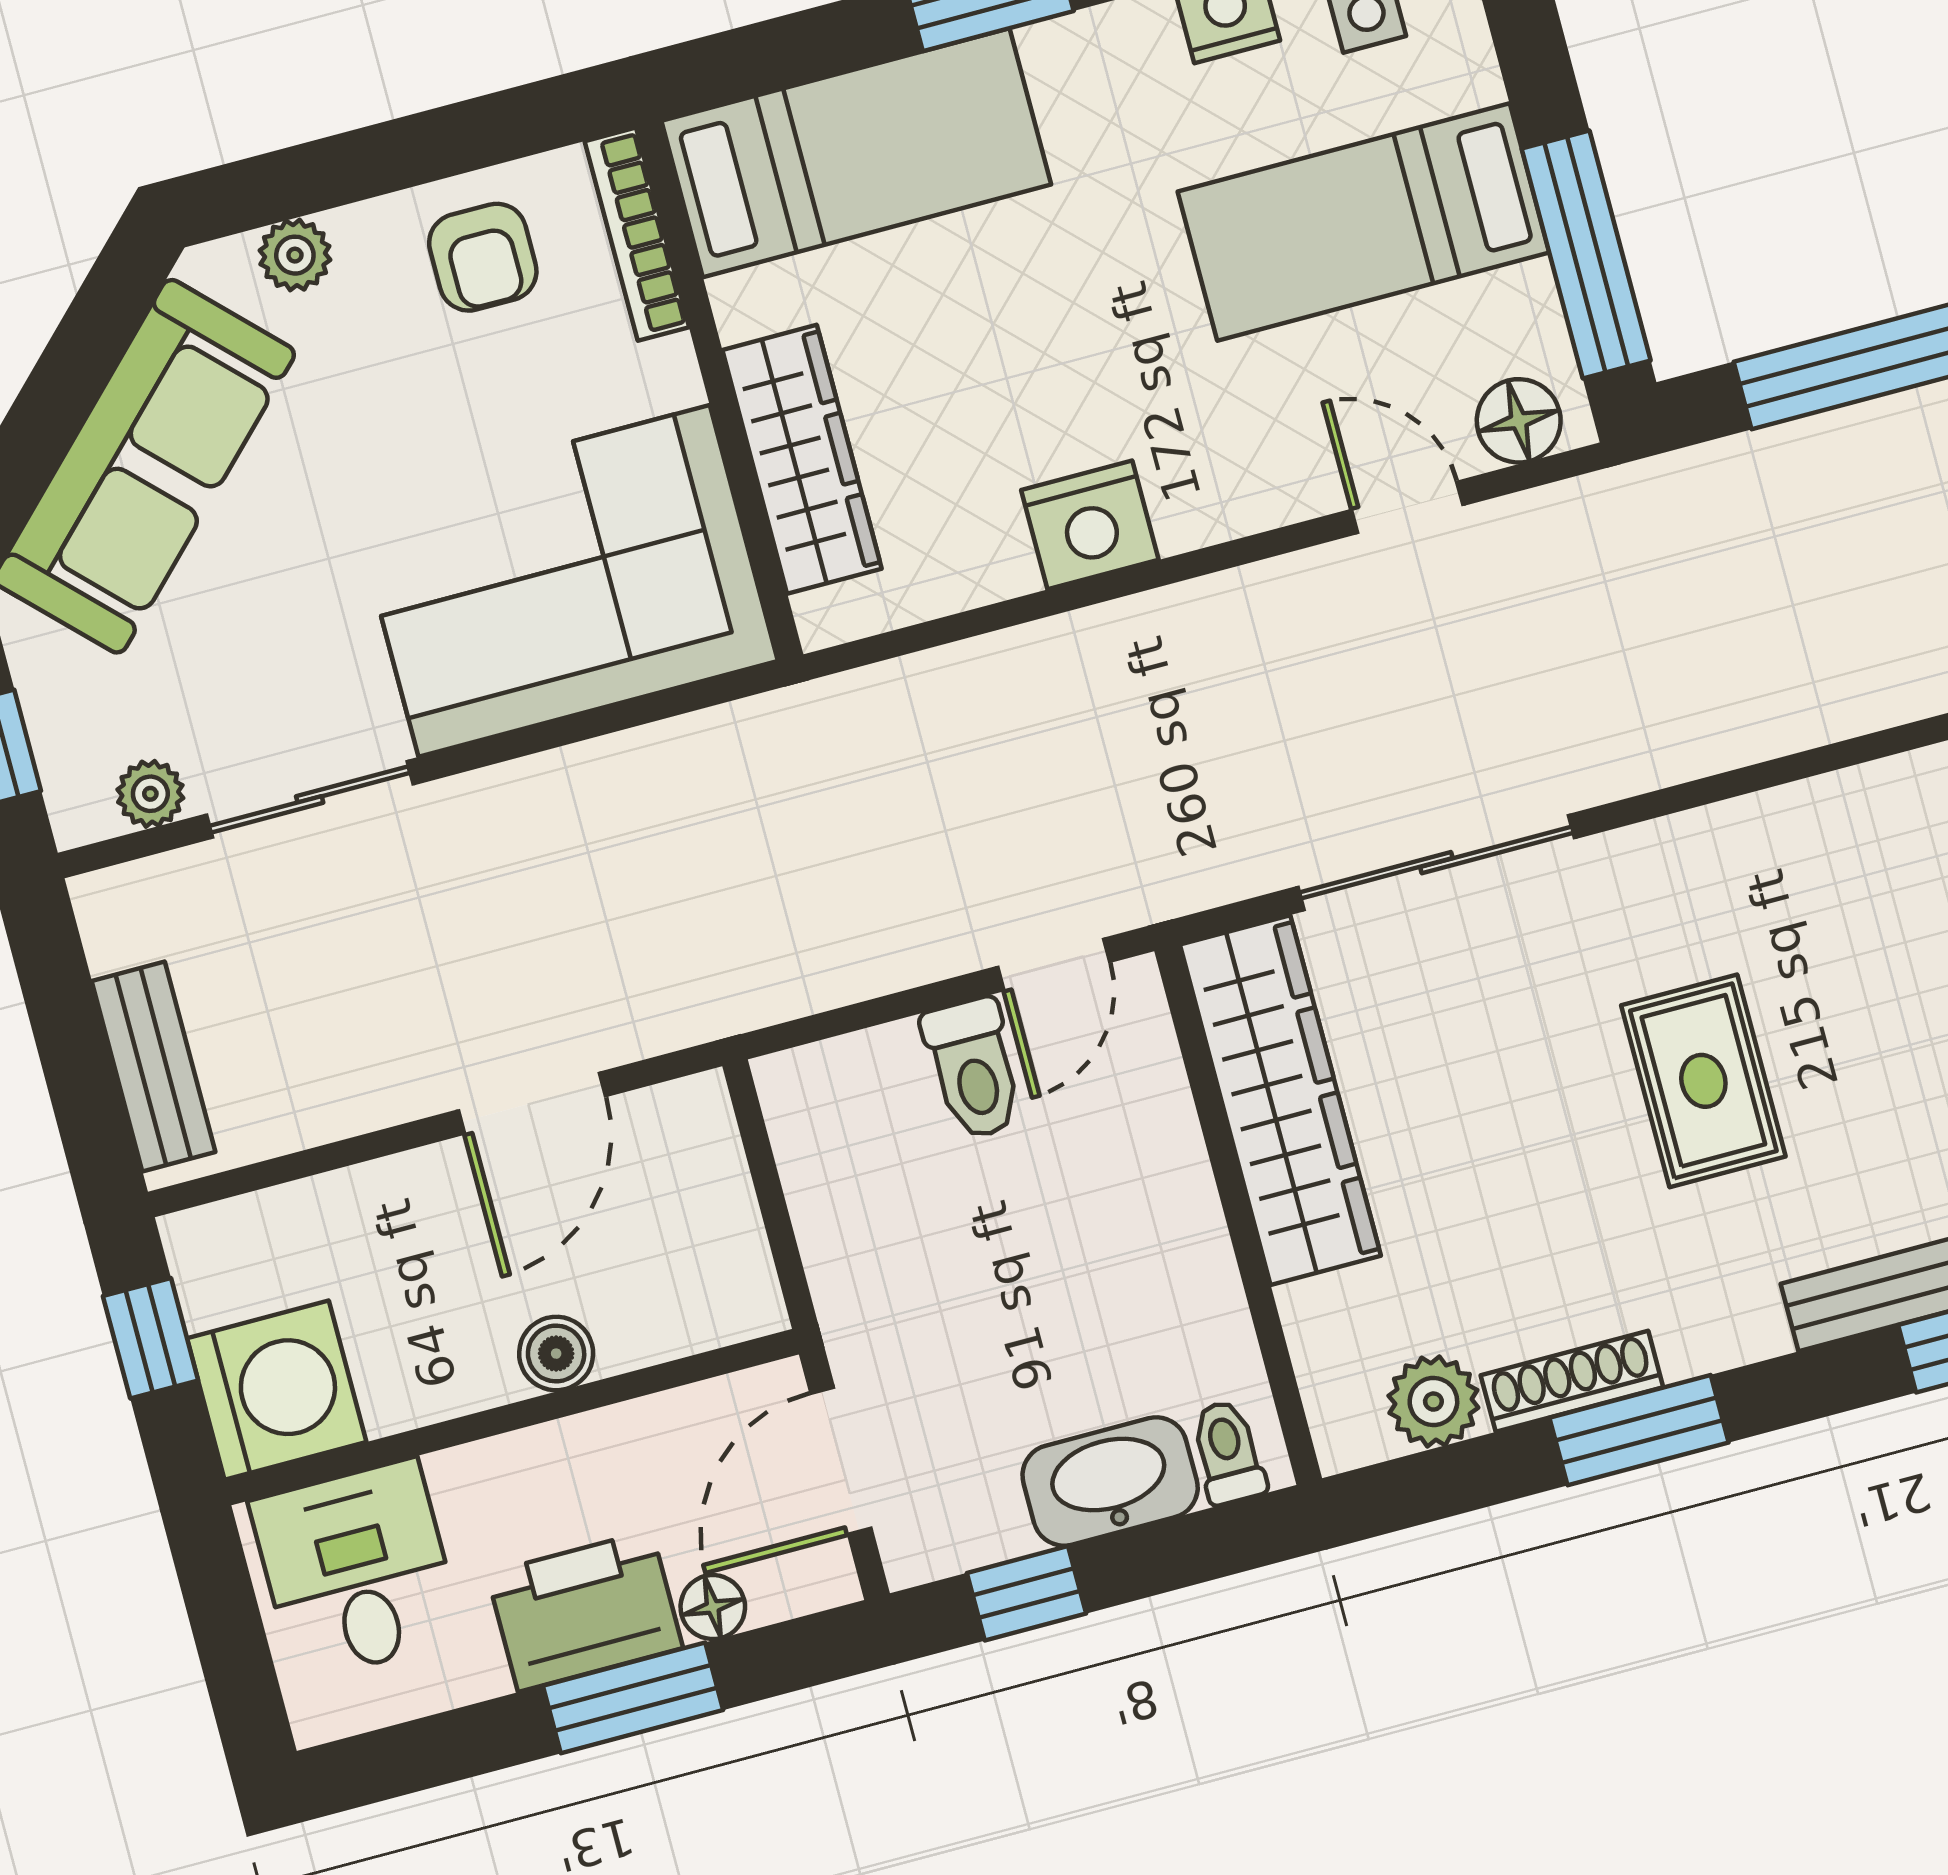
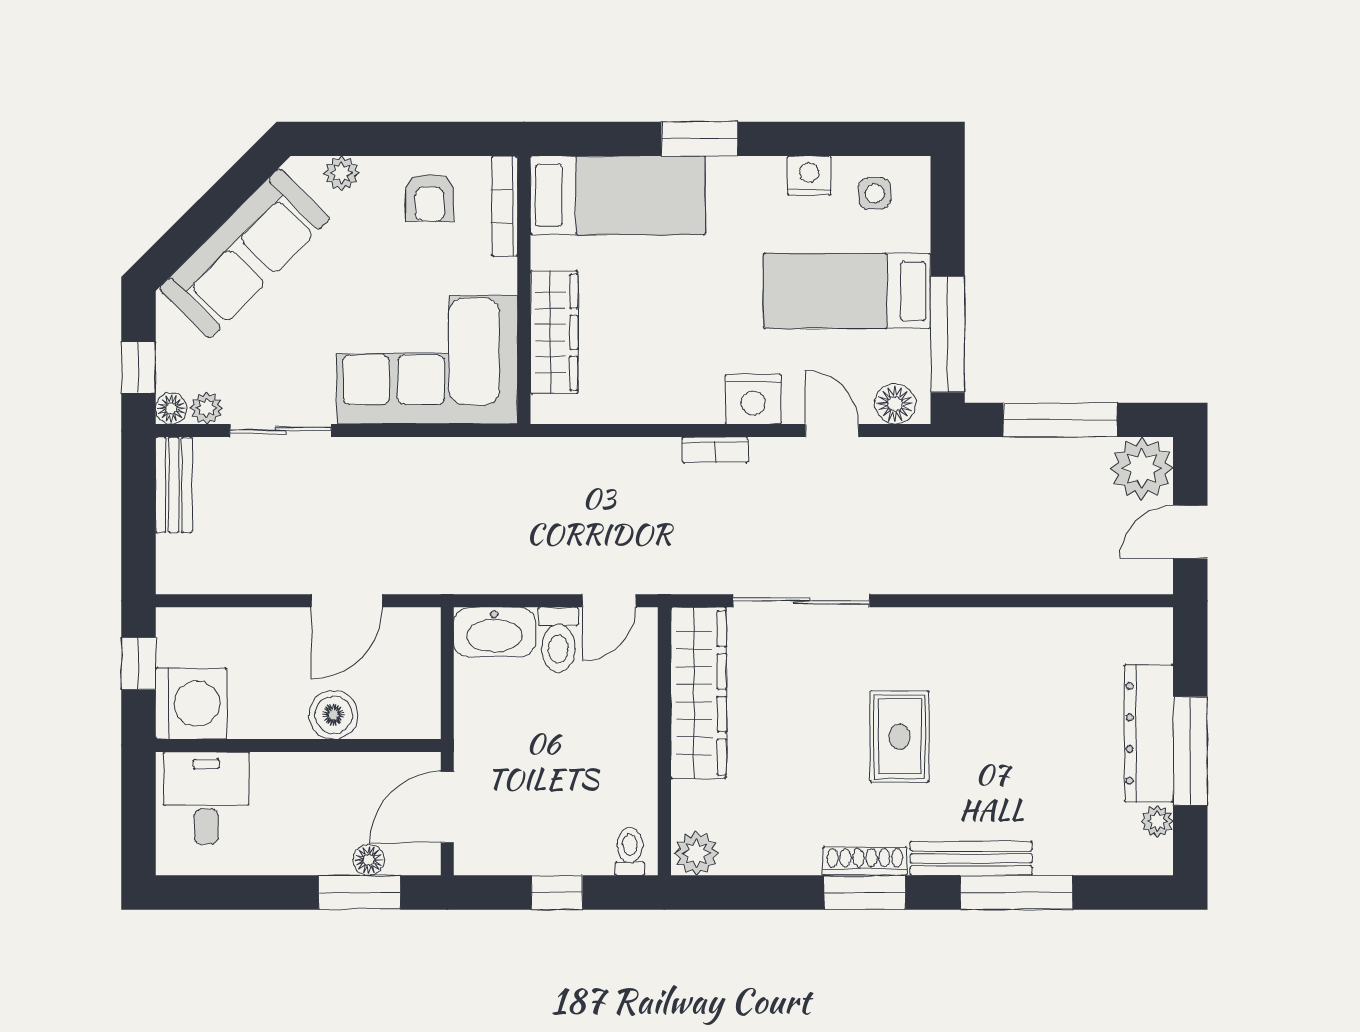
nightstand: (1090, 525) -> (753, 399), moved
bookcase: (1185, 608) -> (715, 450), added
floor lamp: (81, 813) -> (171, 408), added
bench: (153, 1066) -> (174, 485), moved
boiler: (556, 1354) -> (333, 715), width x1.36, depth x1.36
shoe rack: (1572, 1381) -> (865, 861), moved
plant: (1433, 1402) -> (696, 853), moved
window: (1639, 1430) -> (865, 893), moved
washbasin: (1110, 1482) -> (494, 632), moved, turned 180
window: (1026, 1593) -> (557, 893), moved
printer: (585, 1611) -> (308, 846), removed
window: (633, 1698) -> (359, 893), moved

